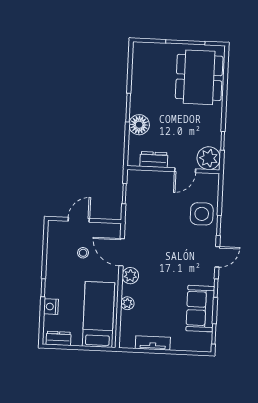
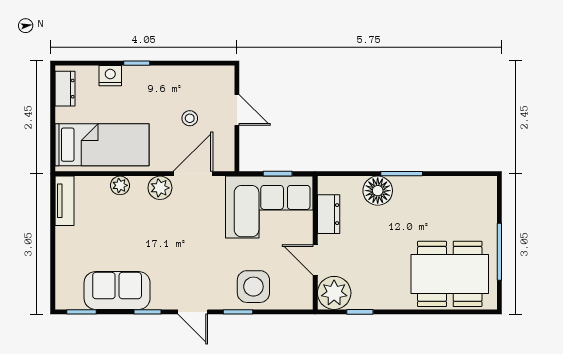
corner sofa: (147, 200) -> (269, 207), added
tv unit: (153, 343) -> (64, 201), moved

